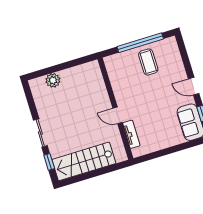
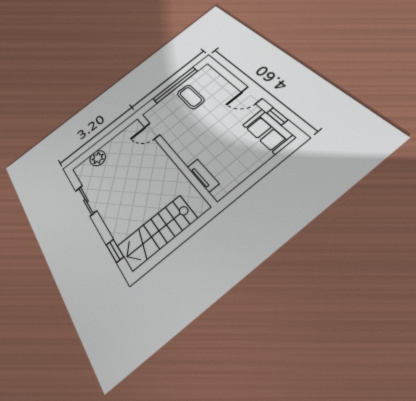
door: (117, 115) -> (152, 131), moved
sliding door: (40, 133) -> (86, 201), moved

